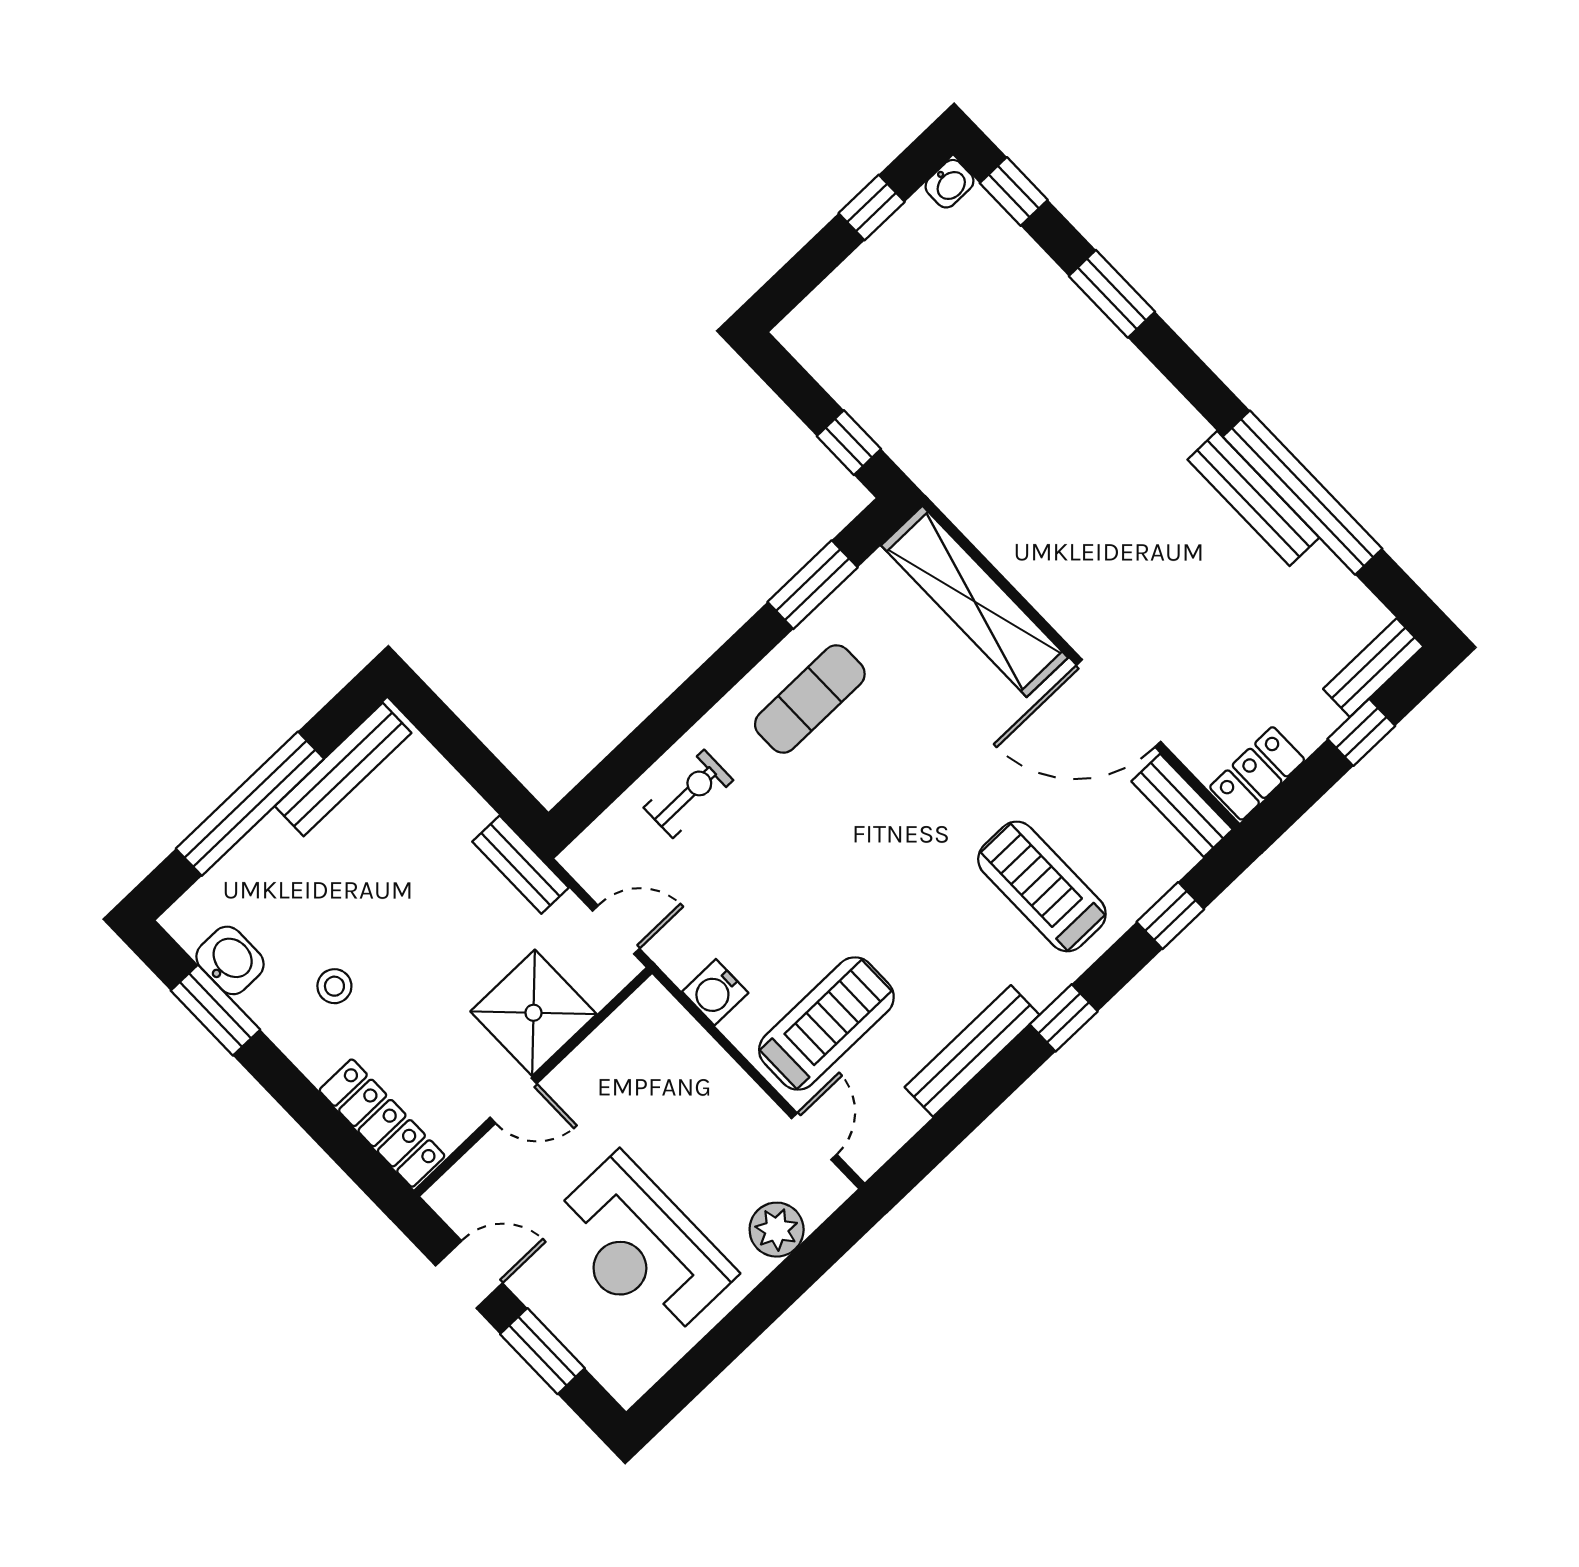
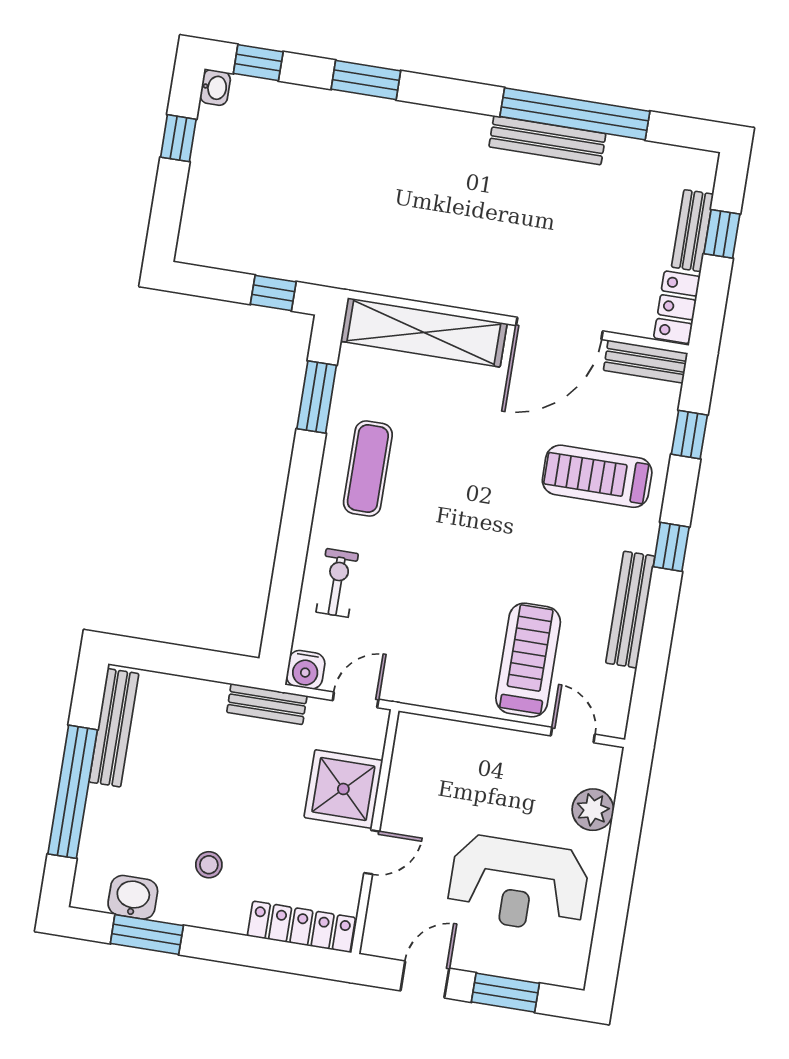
bench: (1373, 668) -> (693, 231), moved
water cooler: (715, 992) -> (306, 670), moved

